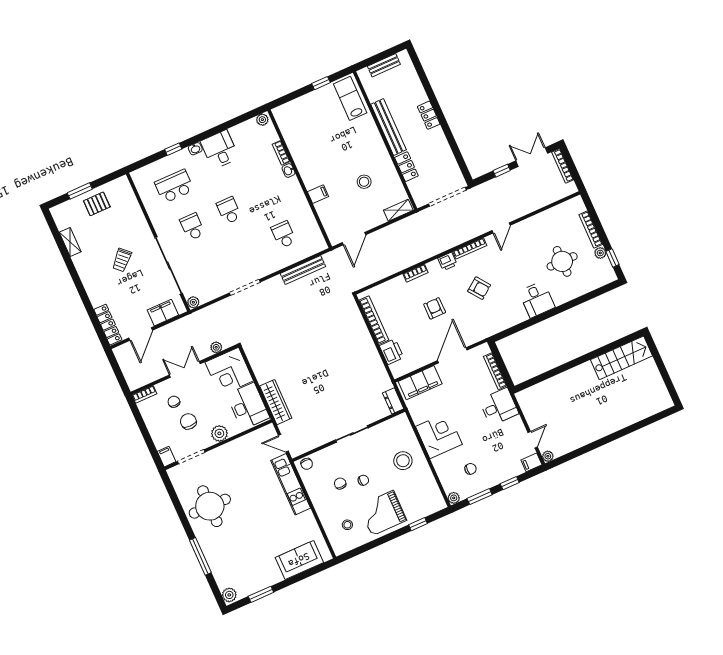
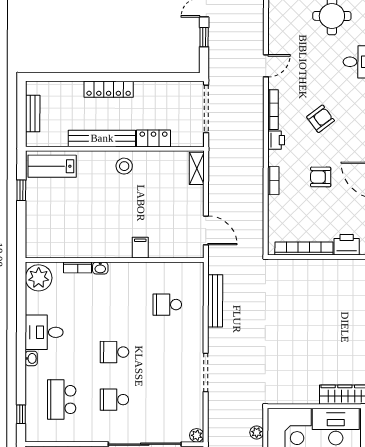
locker: (429, 115) -> (109, 89), width x1.53
plant: (262, 120) -> (39, 278), width x1.87, depth x1.87
window: (173, 149) -> (21, 414), moved
stool: (364, 182) -> (124, 166), moved
door: (501, 228) -> (266, 66), hinge flipped

